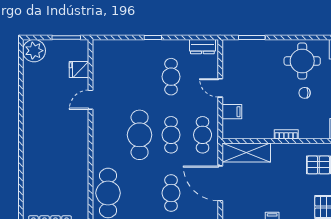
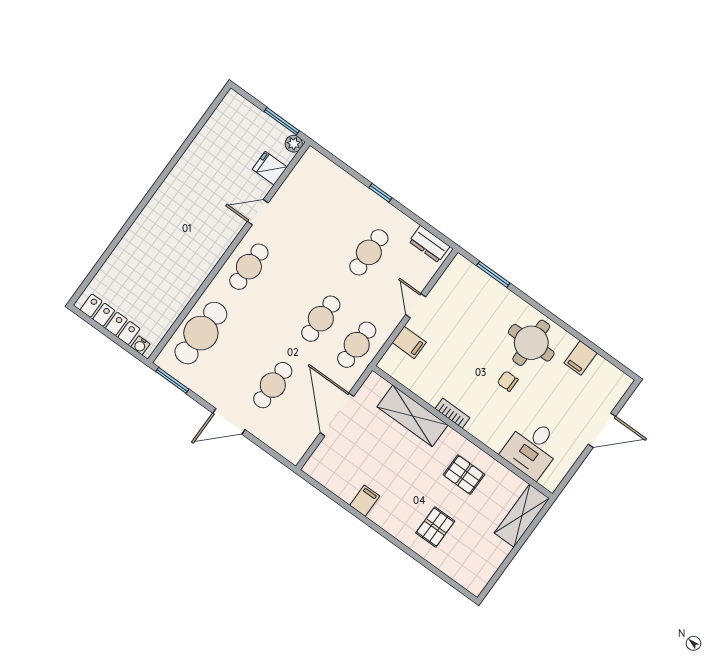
plant: (34, 51) -> (294, 144), moved, width x0.53, depth x0.53
cafe table: (140, 135) -> (249, 267), moved, width x0.73, depth x0.74
shelving: (246, 153) -> (413, 416), moved

